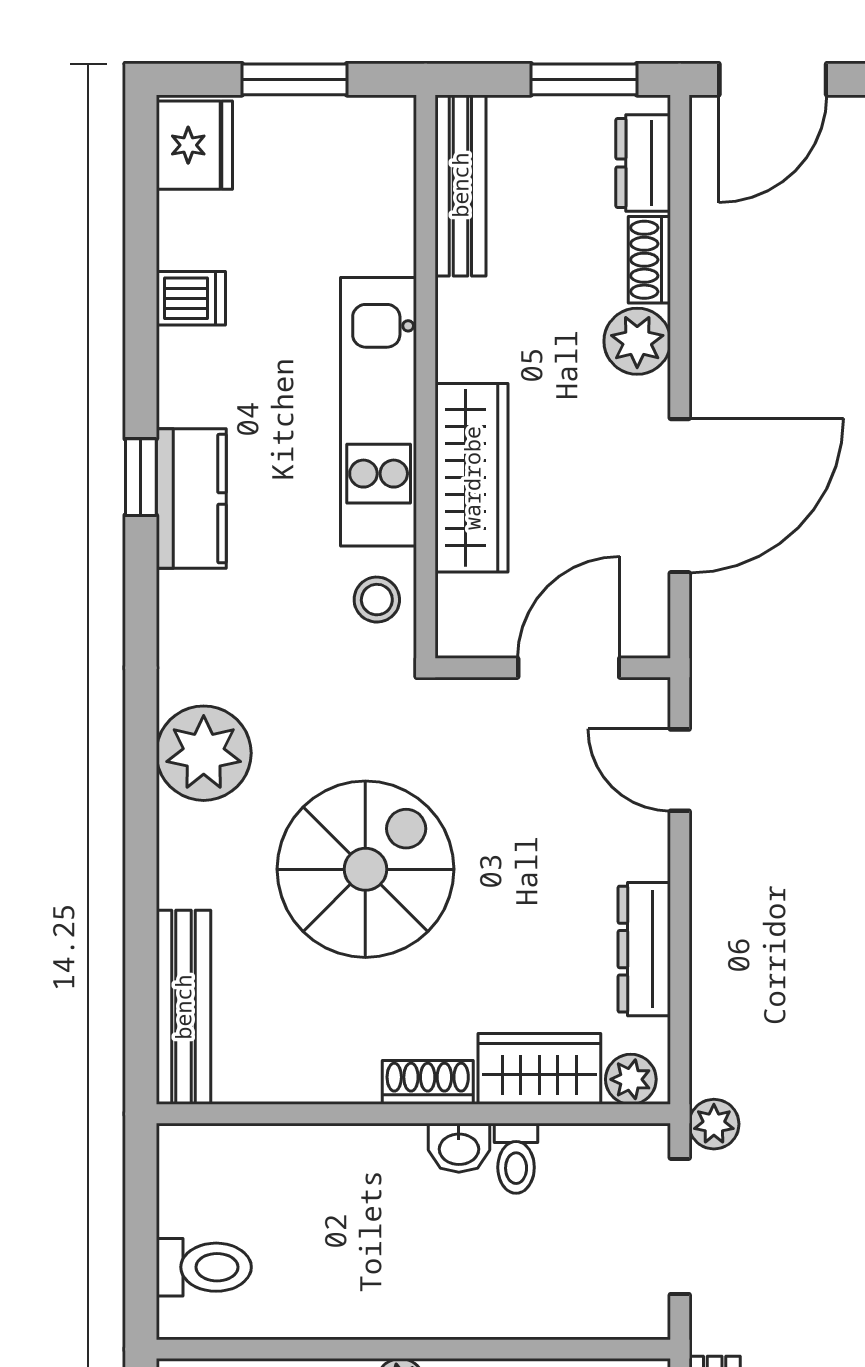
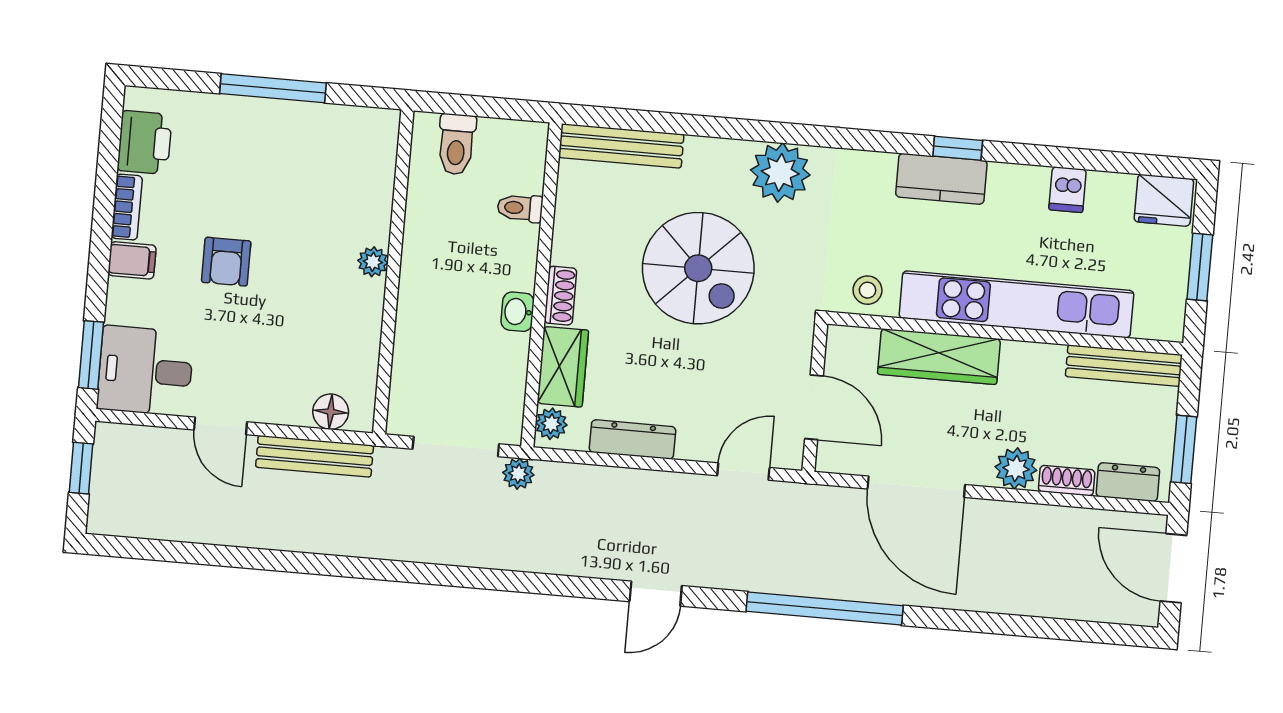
kitchen unit: (379, 412) -> (1016, 304), width x1.36
toilet: (516, 1158) -> (520, 208), moved

